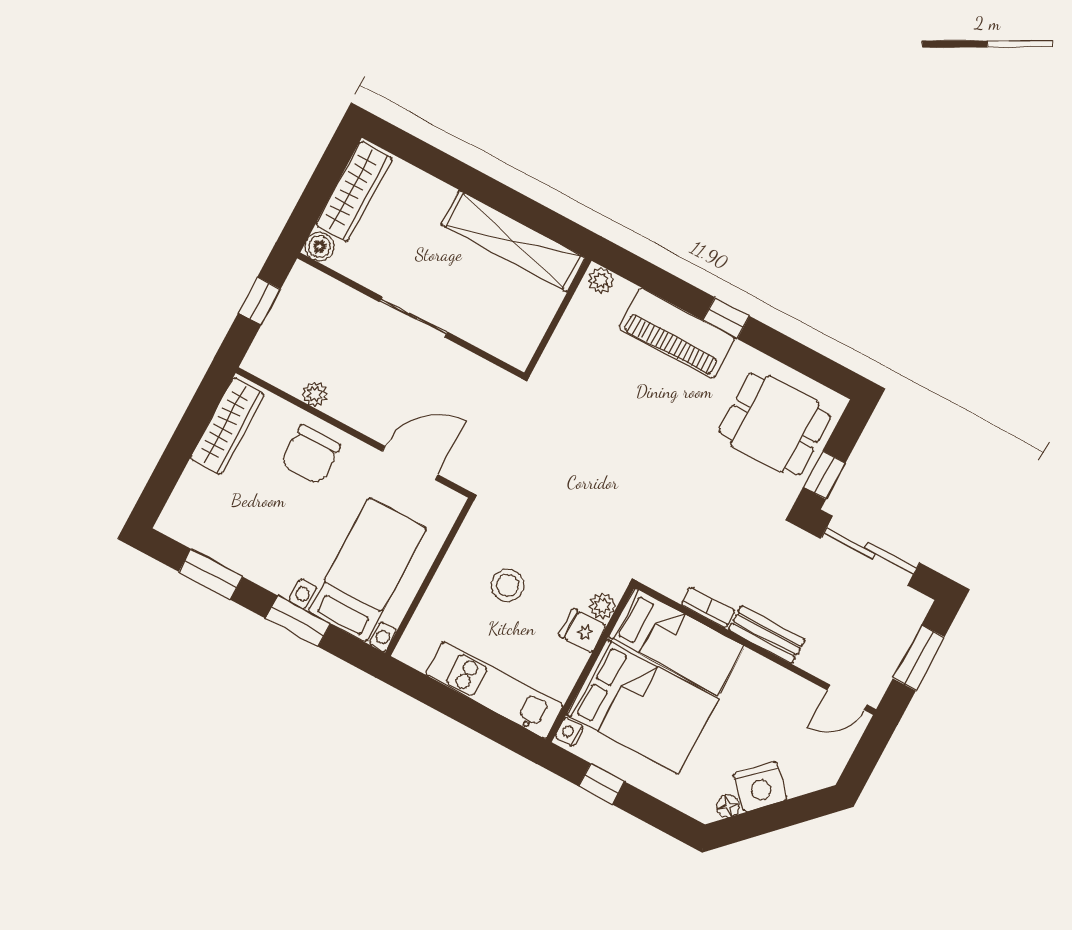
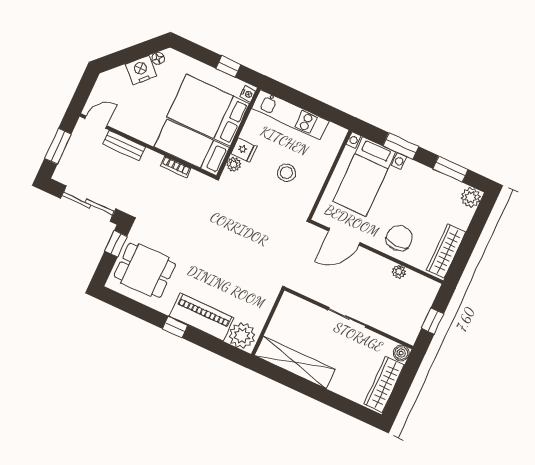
plant: (601, 280) -> (242, 335), width x1.88, depth x1.88
plant: (177, 521) -> (471, 197), added
bench: (767, 635) -> (124, 145), moved

